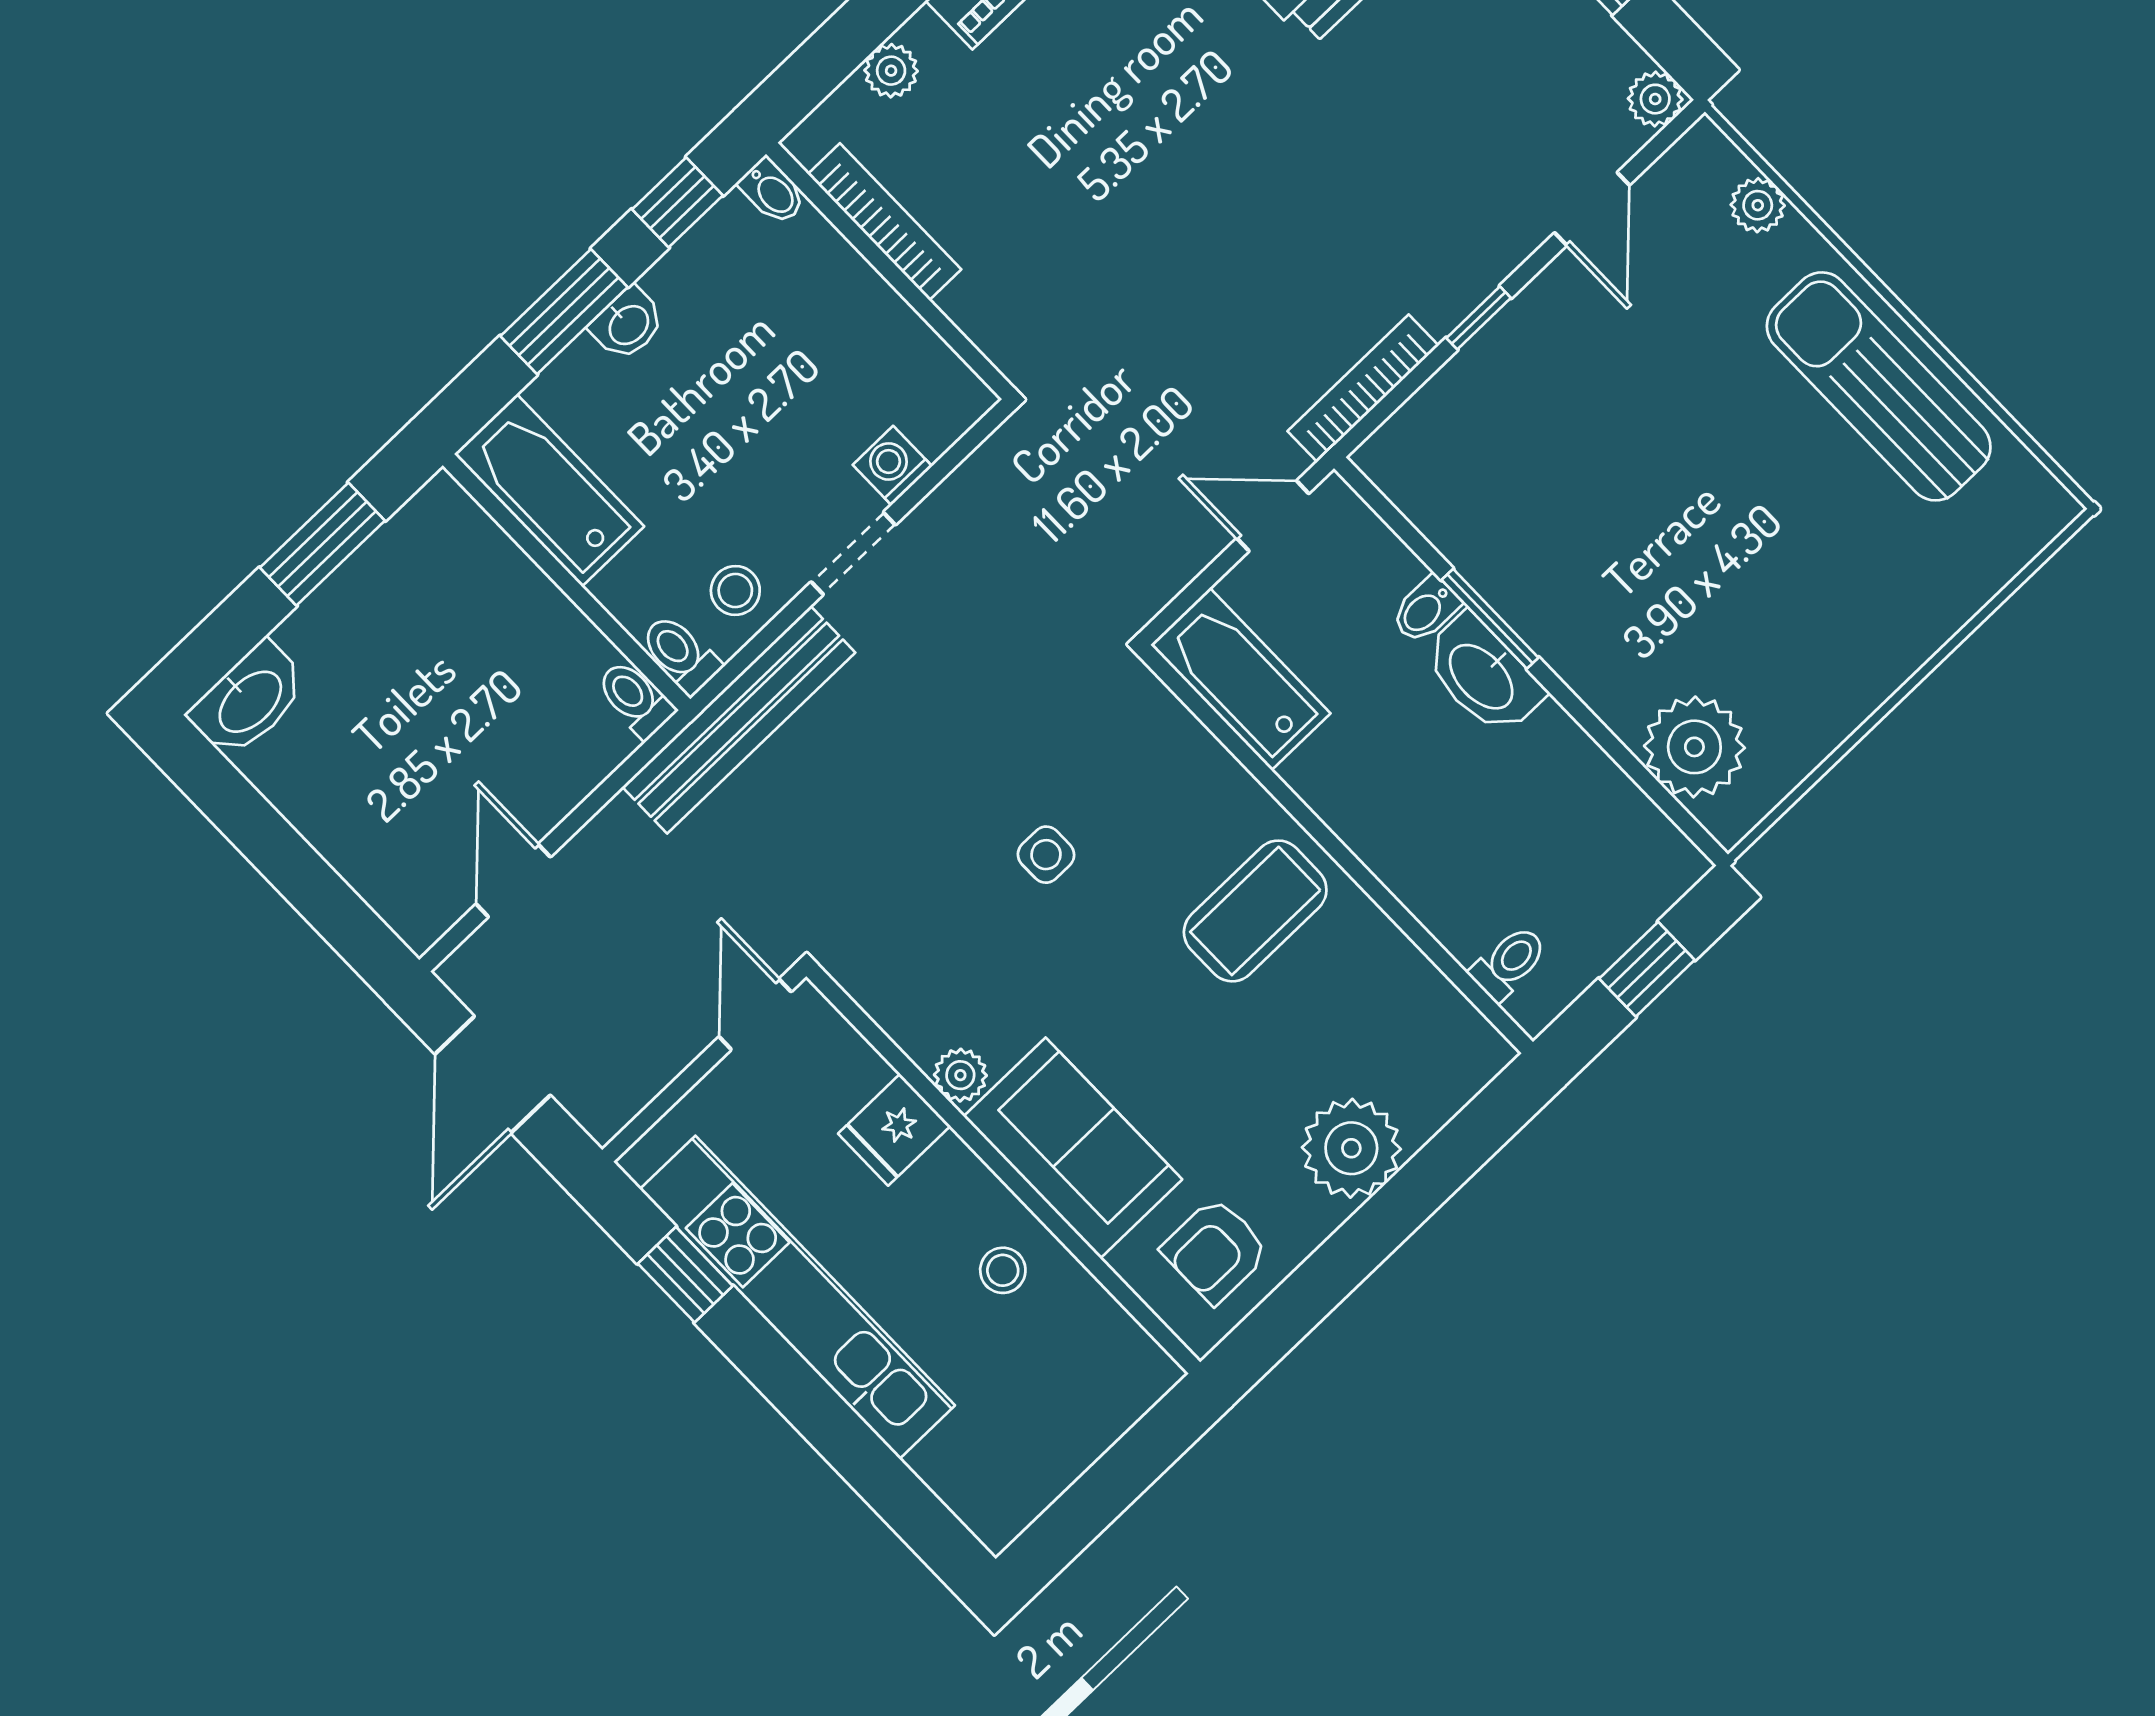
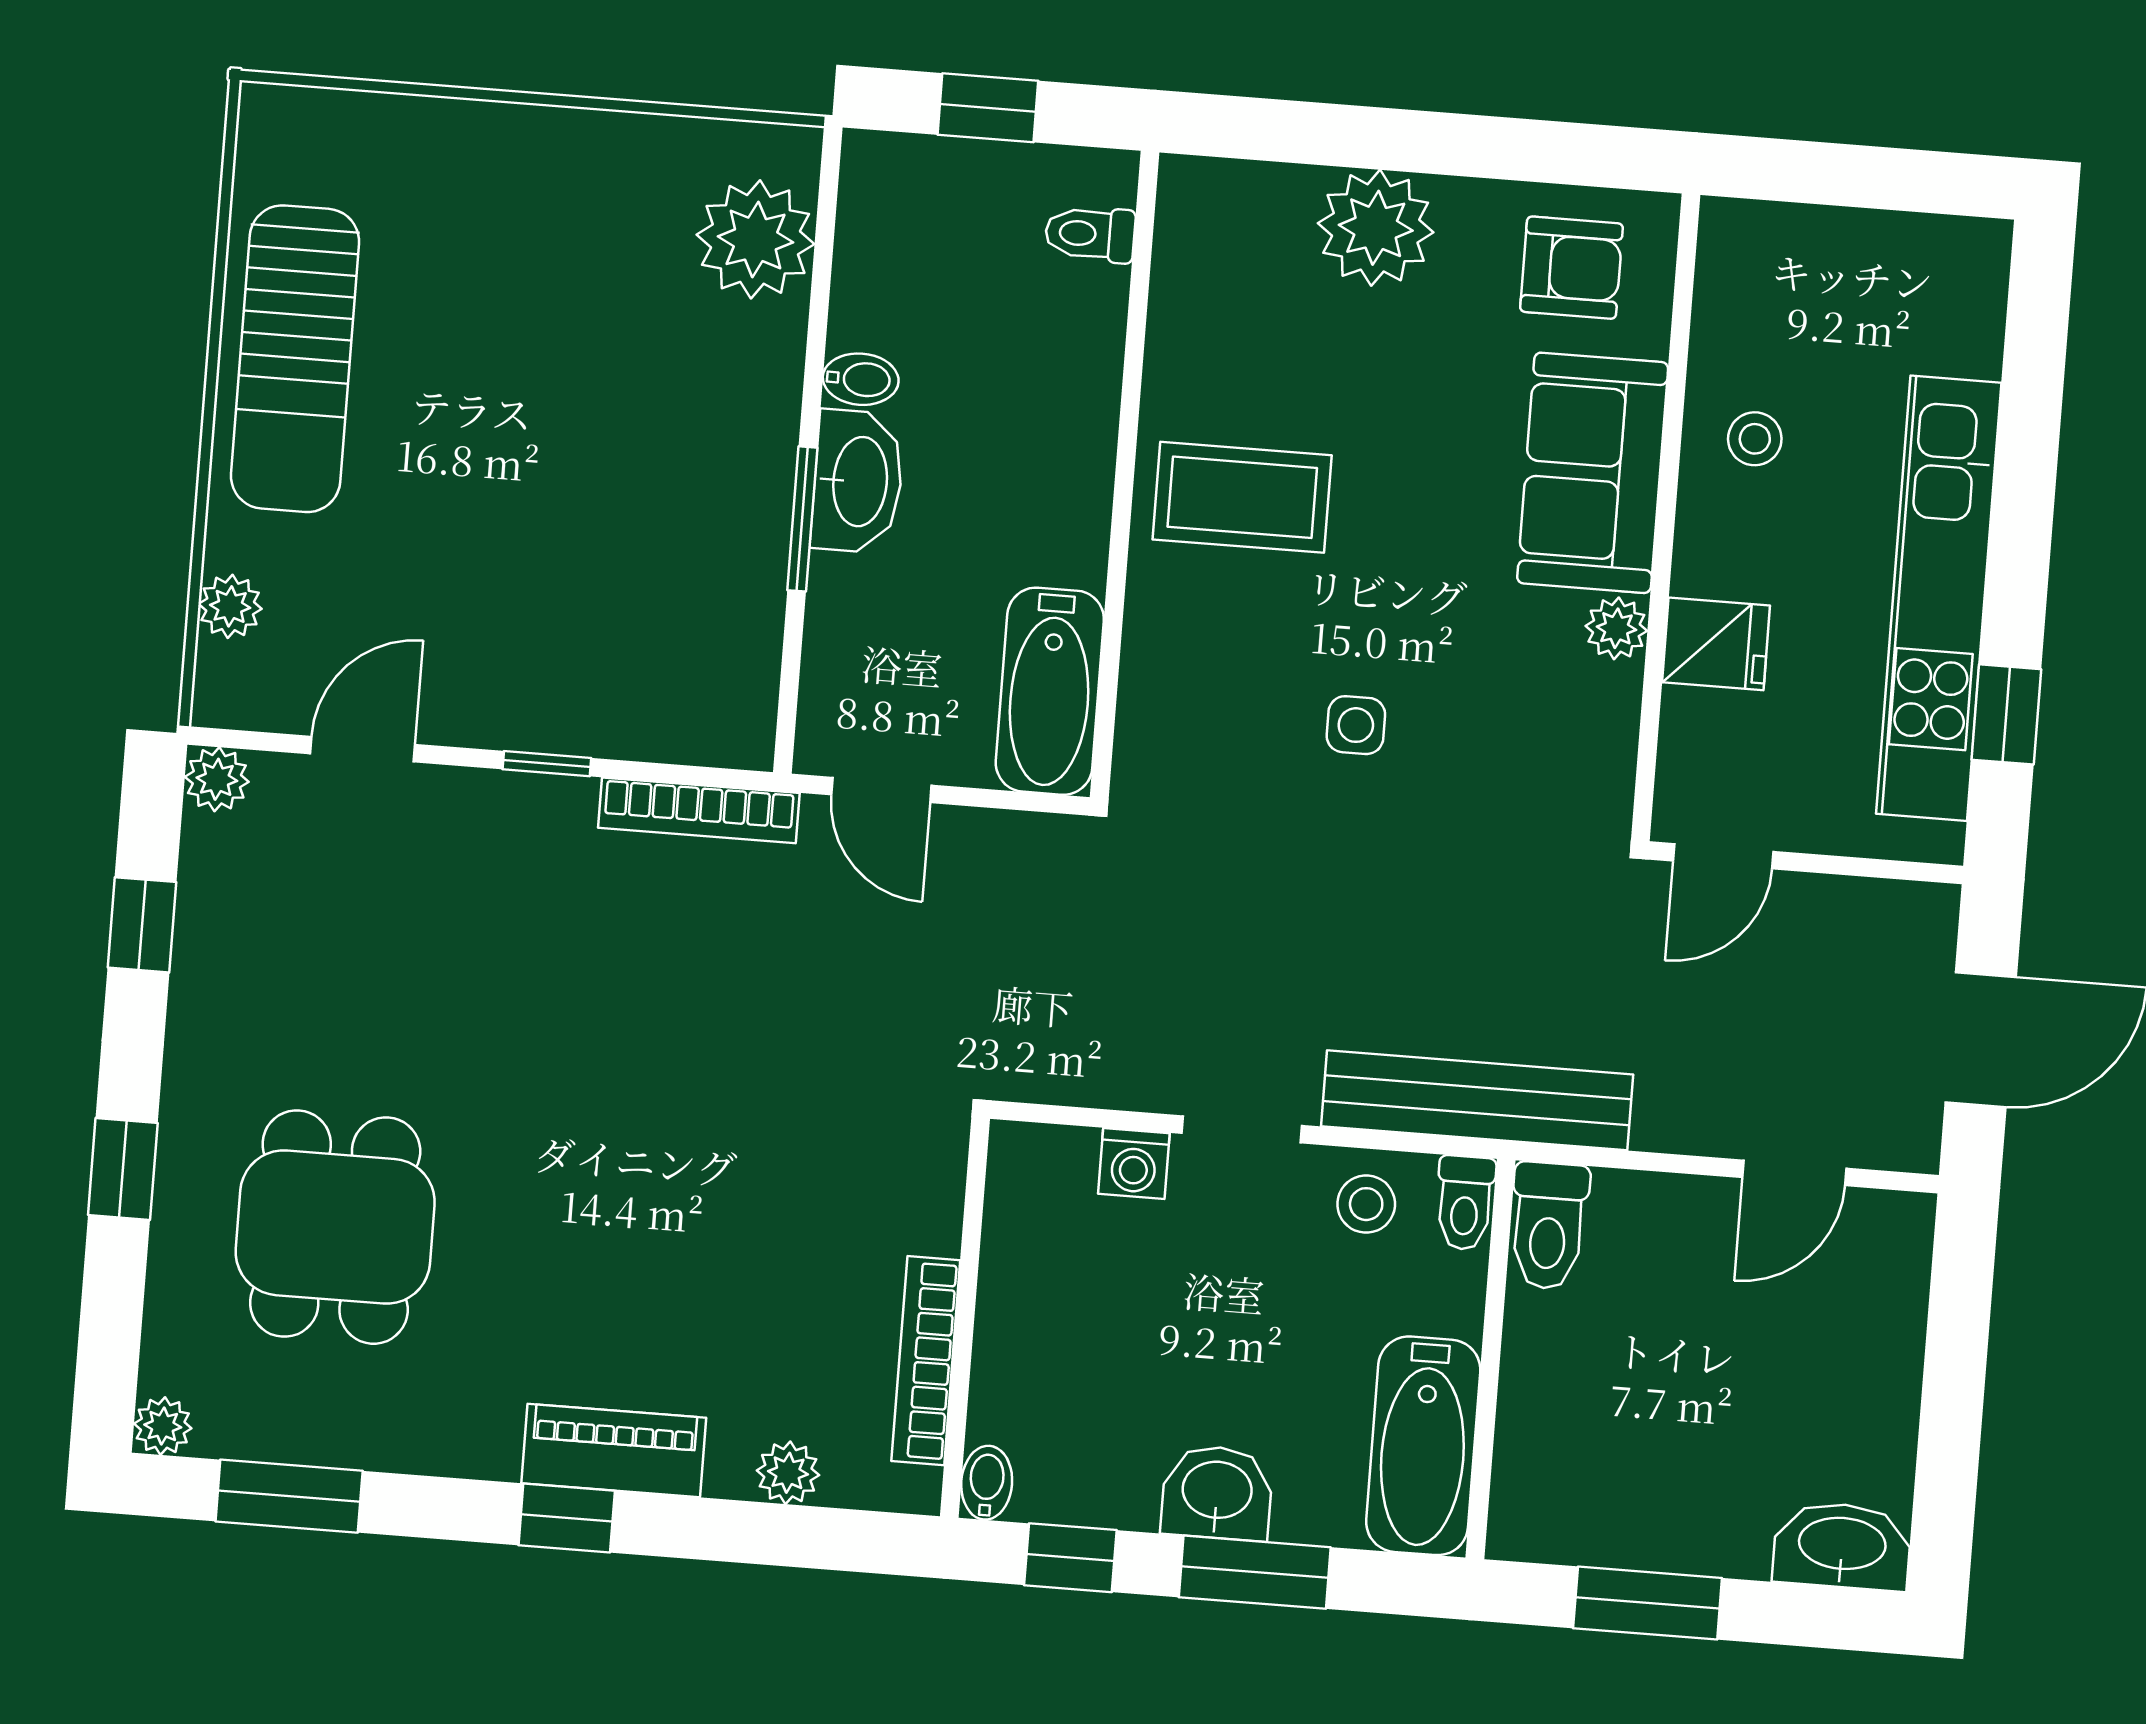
washbasin: (628, 324) -> (1217, 1493), width x1.38, depth x1.45
bidet: (1426, 610) -> (861, 379), moved
toilet: (635, 699) -> (1549, 1226), width x1.37, depth x1.39

